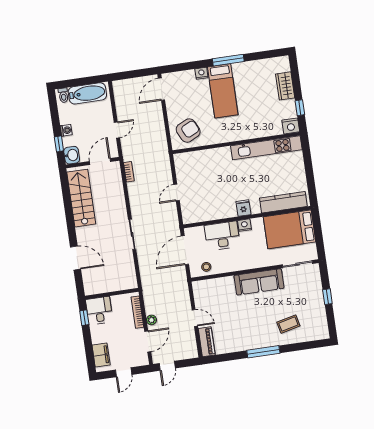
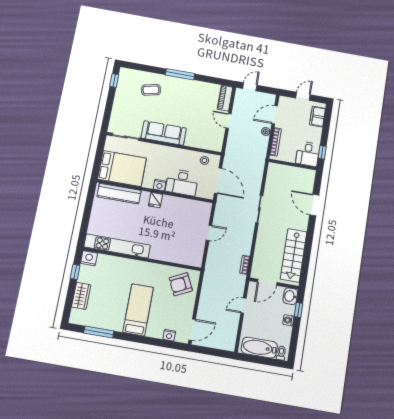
window: (228, 60) -> (99, 332), moved
nightstand: (201, 73) -> (169, 335), moved
door: (185, 250) -> (218, 181), hinge flipped
window: (327, 297) -> (114, 81), moved
door: (167, 366) -> (250, 87), moved

